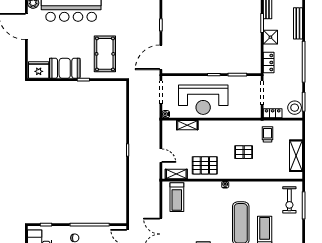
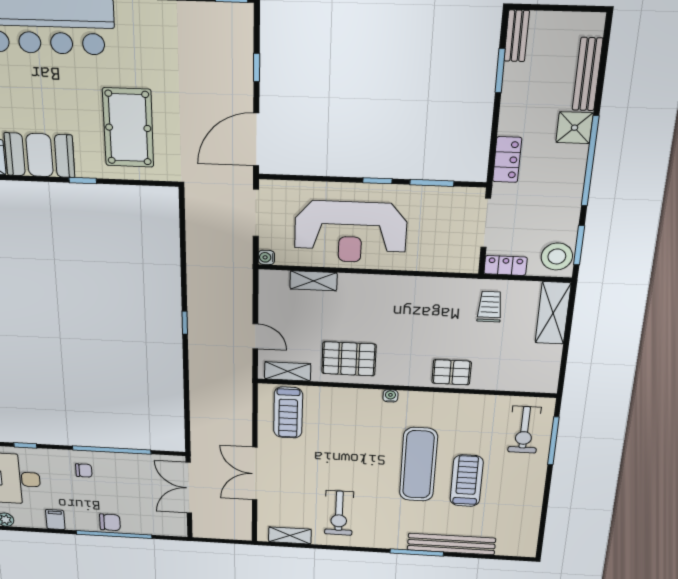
shower: (270, 37) -> (575, 128), moved
pallet: (244, 152) -> (452, 372), moved
shelving: (296, 156) -> (553, 313), moved

